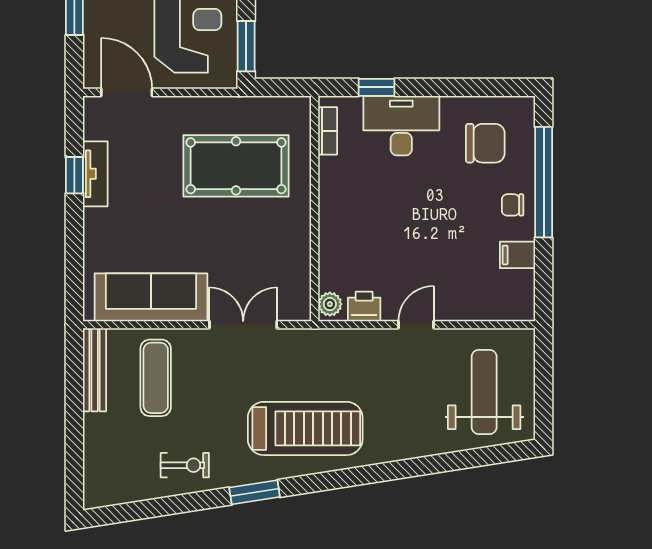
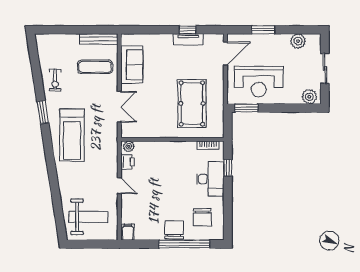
chair: (513, 205) -> (174, 230), width x1.87, depth x1.87
filing cabinet: (517, 255) -> (128, 232), moved
sofa: (151, 297) -> (132, 65), width x0.73

